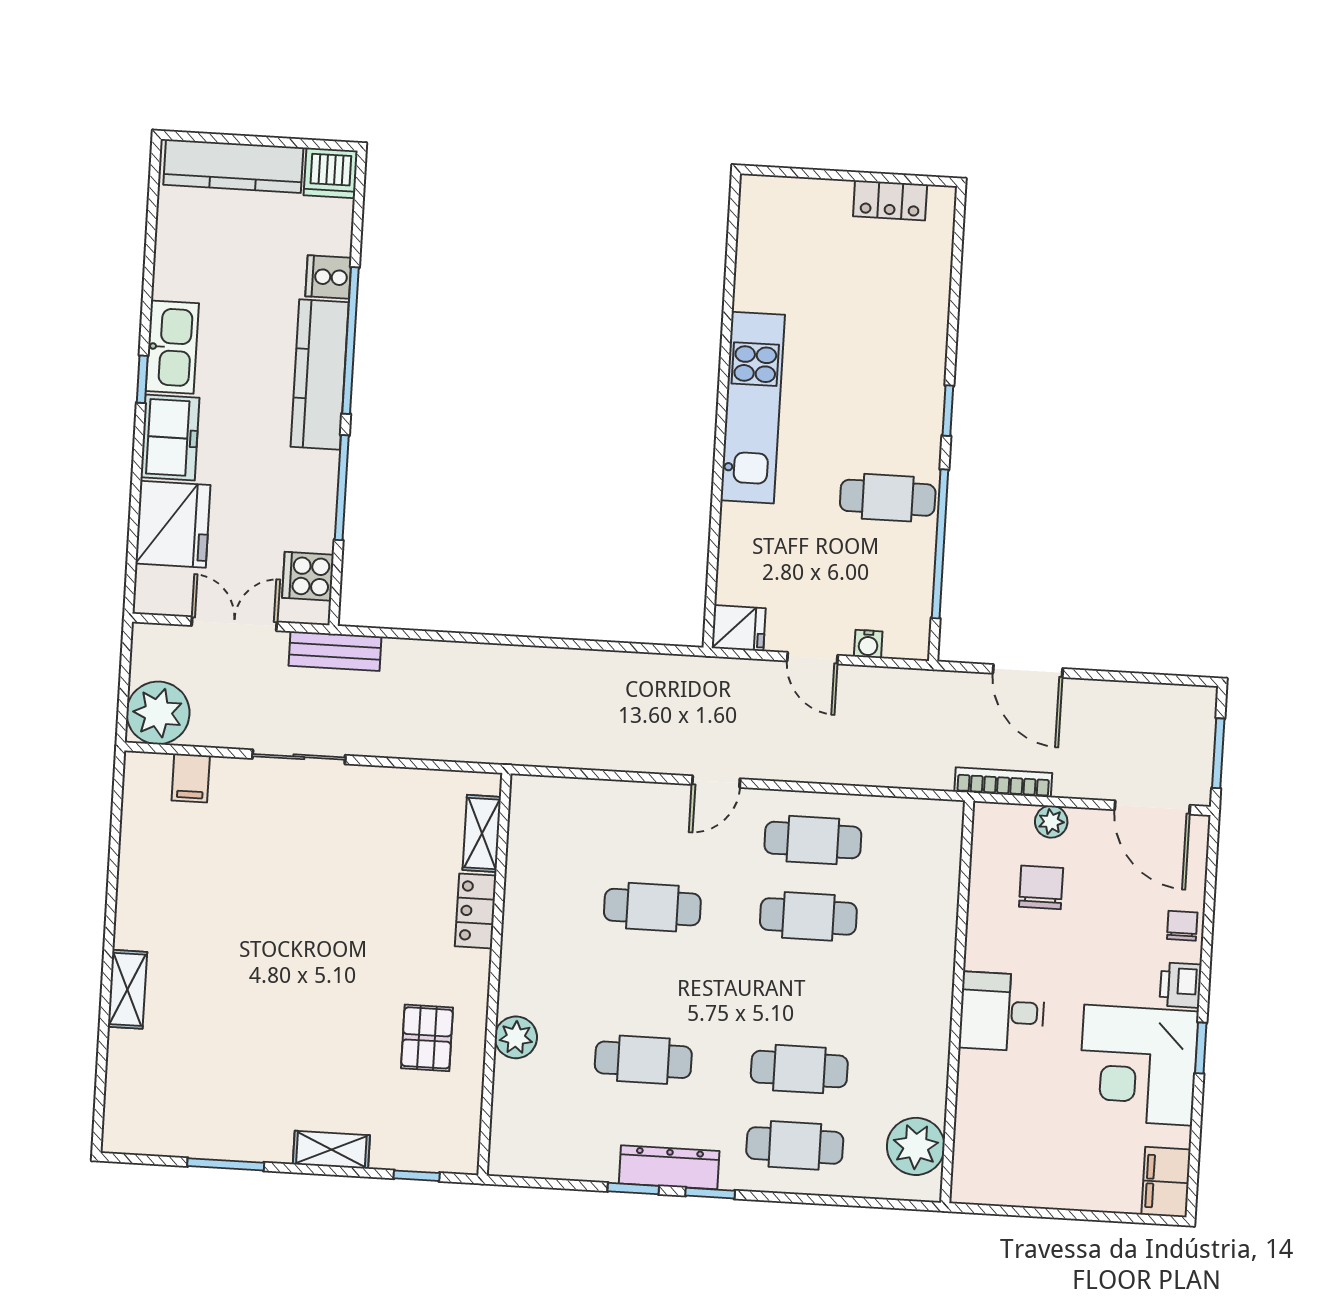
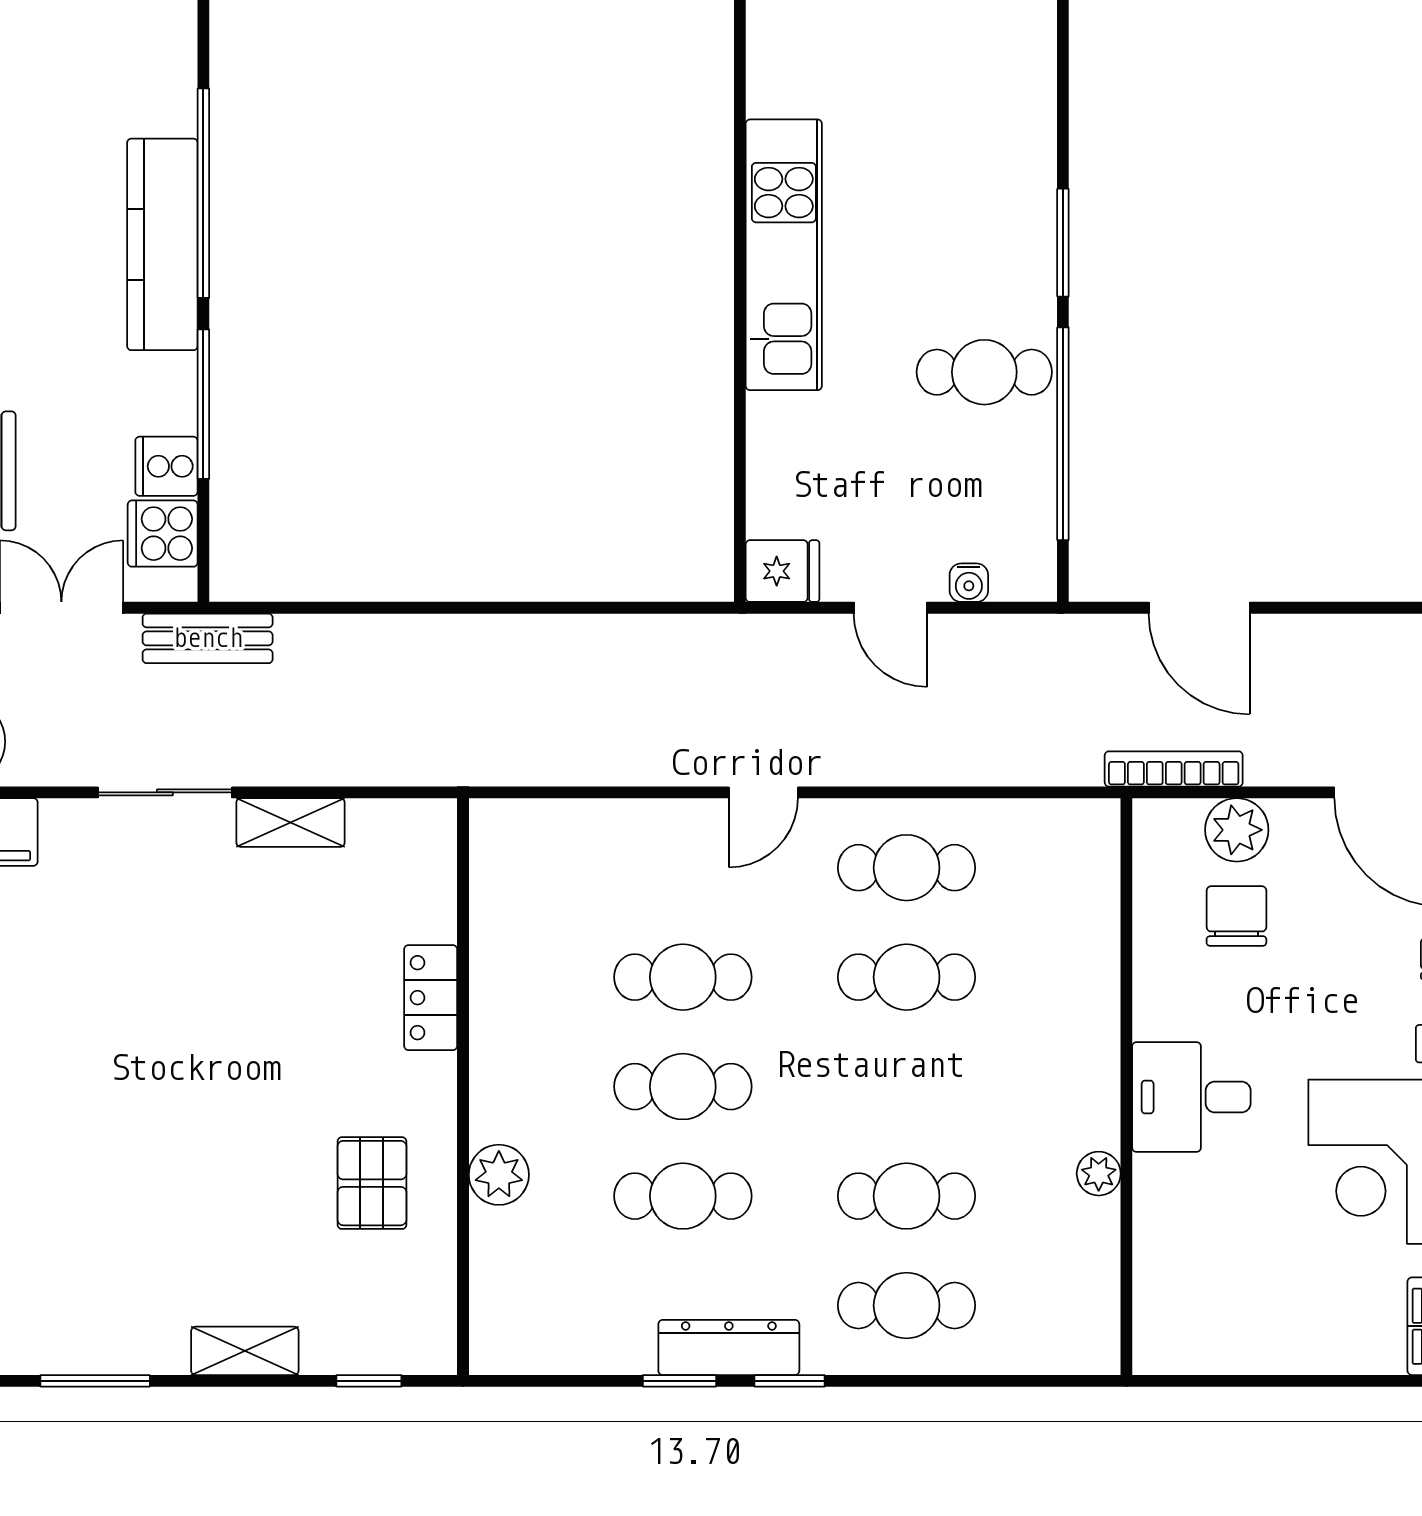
cooker: (328, 277) -> (166, 466), moved
window: (948, 411) -> (1063, 243), width x1.50
plant: (1051, 822) -> (1237, 830), width x1.38, depth x1.38
shelving: (482, 833) -> (290, 822), moved, turned 90
cafe table: (648, 983) -> (683, 1087), added
plant: (916, 1146) -> (1099, 1174), moved, width x0.53, depth x0.53

